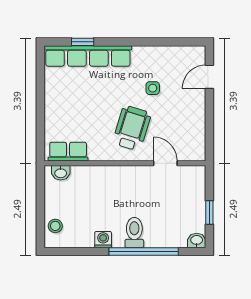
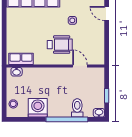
door: (209, 77) -> (107, 13), hinge flipped
wheelchair: (132, 128) -> (60, 45), turned 73
toilet: (134, 233) -> (77, 108), moved
washing machine: (103, 240) -> (38, 108), width x1.89, depth x1.89

